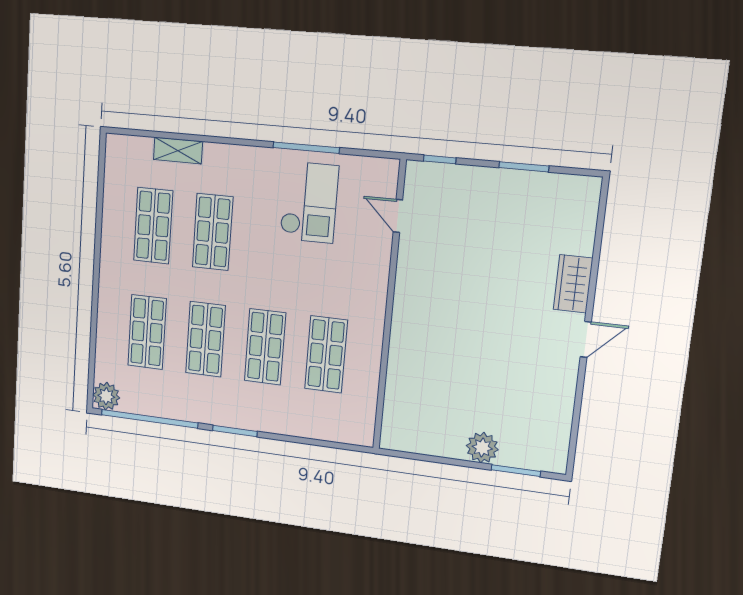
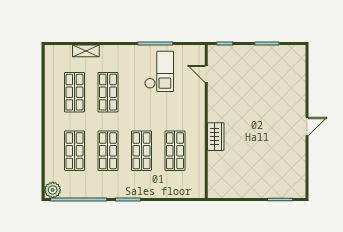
wardrobe: (573, 284) -> (216, 137), moved, turned 180
plant: (482, 448) -> (262, 190), removed

